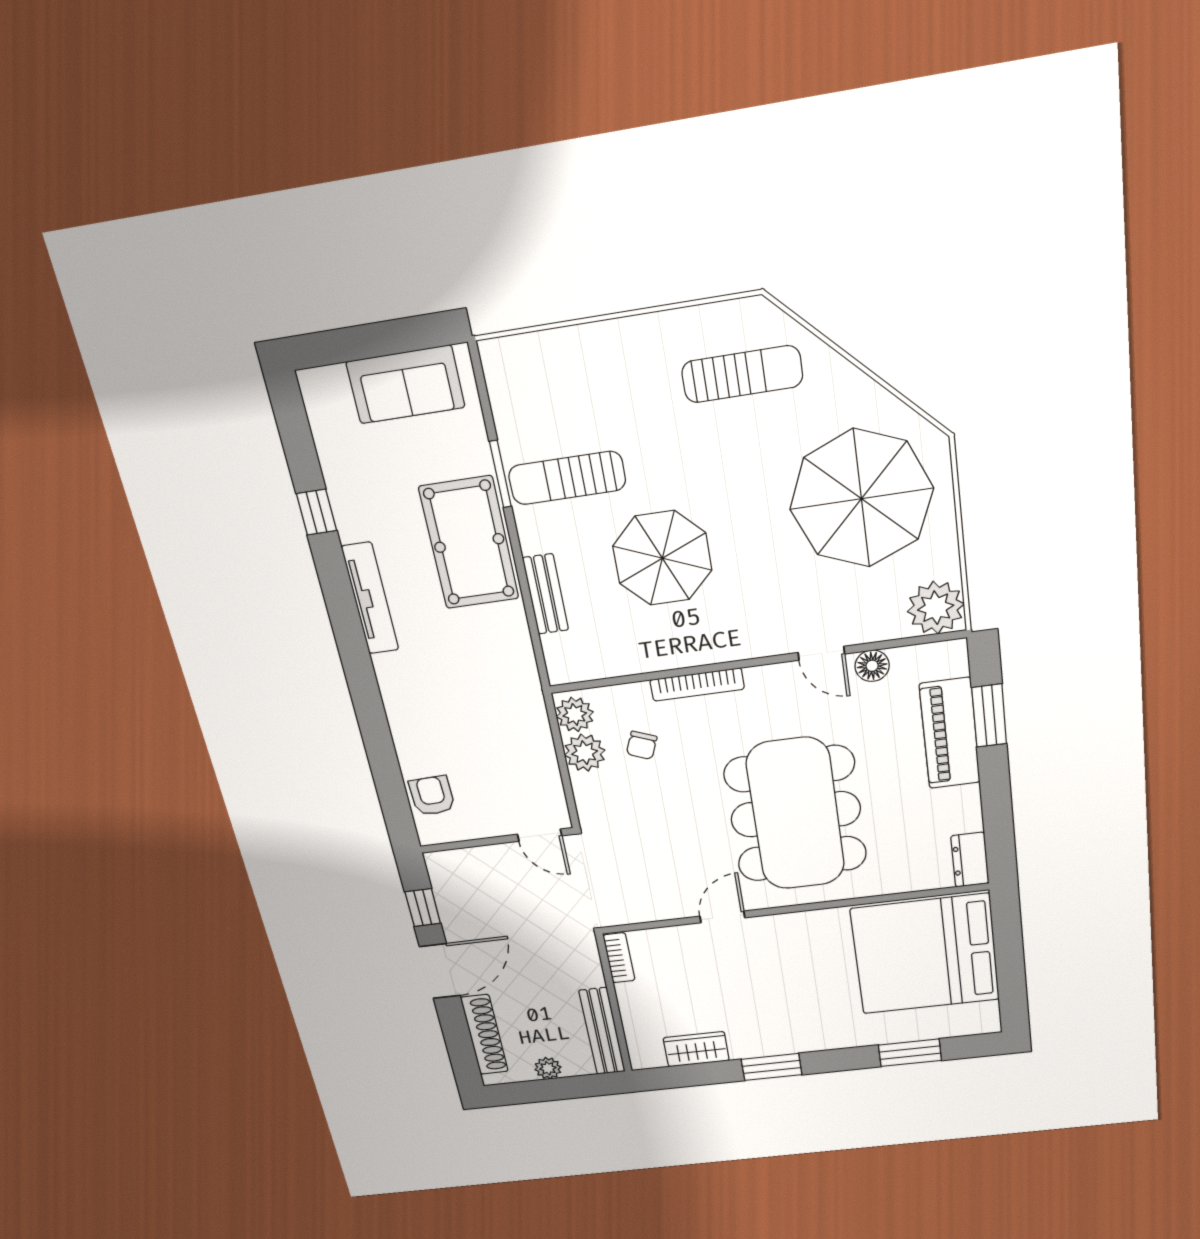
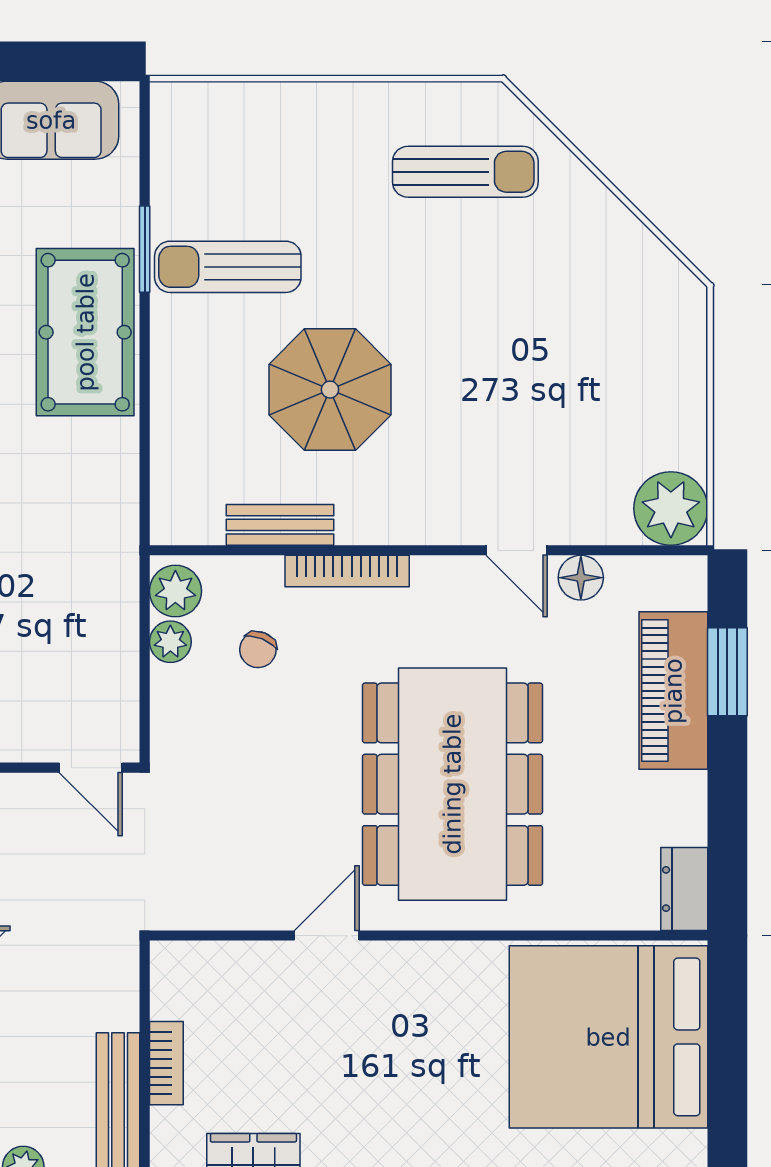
parasol: (861, 499) -> (592, 349), removed
bench: (546, 594) -> (280, 525), moved, turned 90
plant: (585, 753) -> (170, 642), width x0.73, depth x0.73
bookcase: (619, 958) -> (166, 1063), moved

